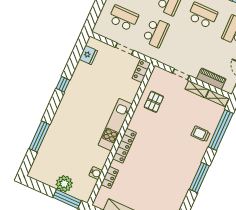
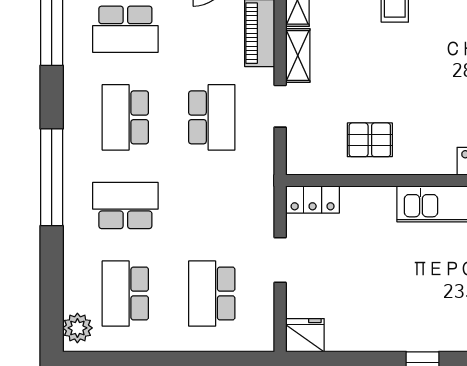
school desk: (156, 33) -> (212, 117), moved, turned 90
fridge: (88, 55) -> (305, 335), moved

